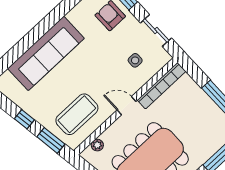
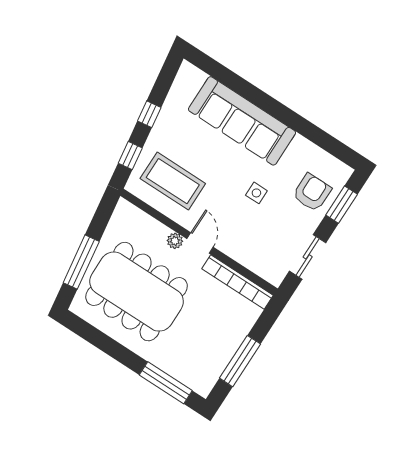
side table: (135, 60) -> (256, 193), moved
window: (51, 140) -> (130, 156), width x0.67
plant: (97, 145) -> (175, 241), moved

